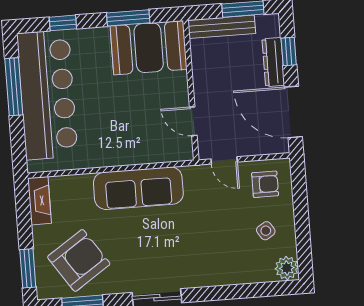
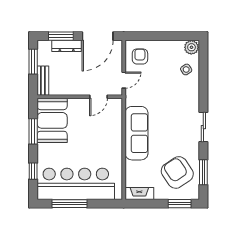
bench: (222, 27) -> (43, 81), width x0.73
window: (289, 51) -> (61, 36), width x1.50
side table: (266, 231) -> (186, 69), moved

